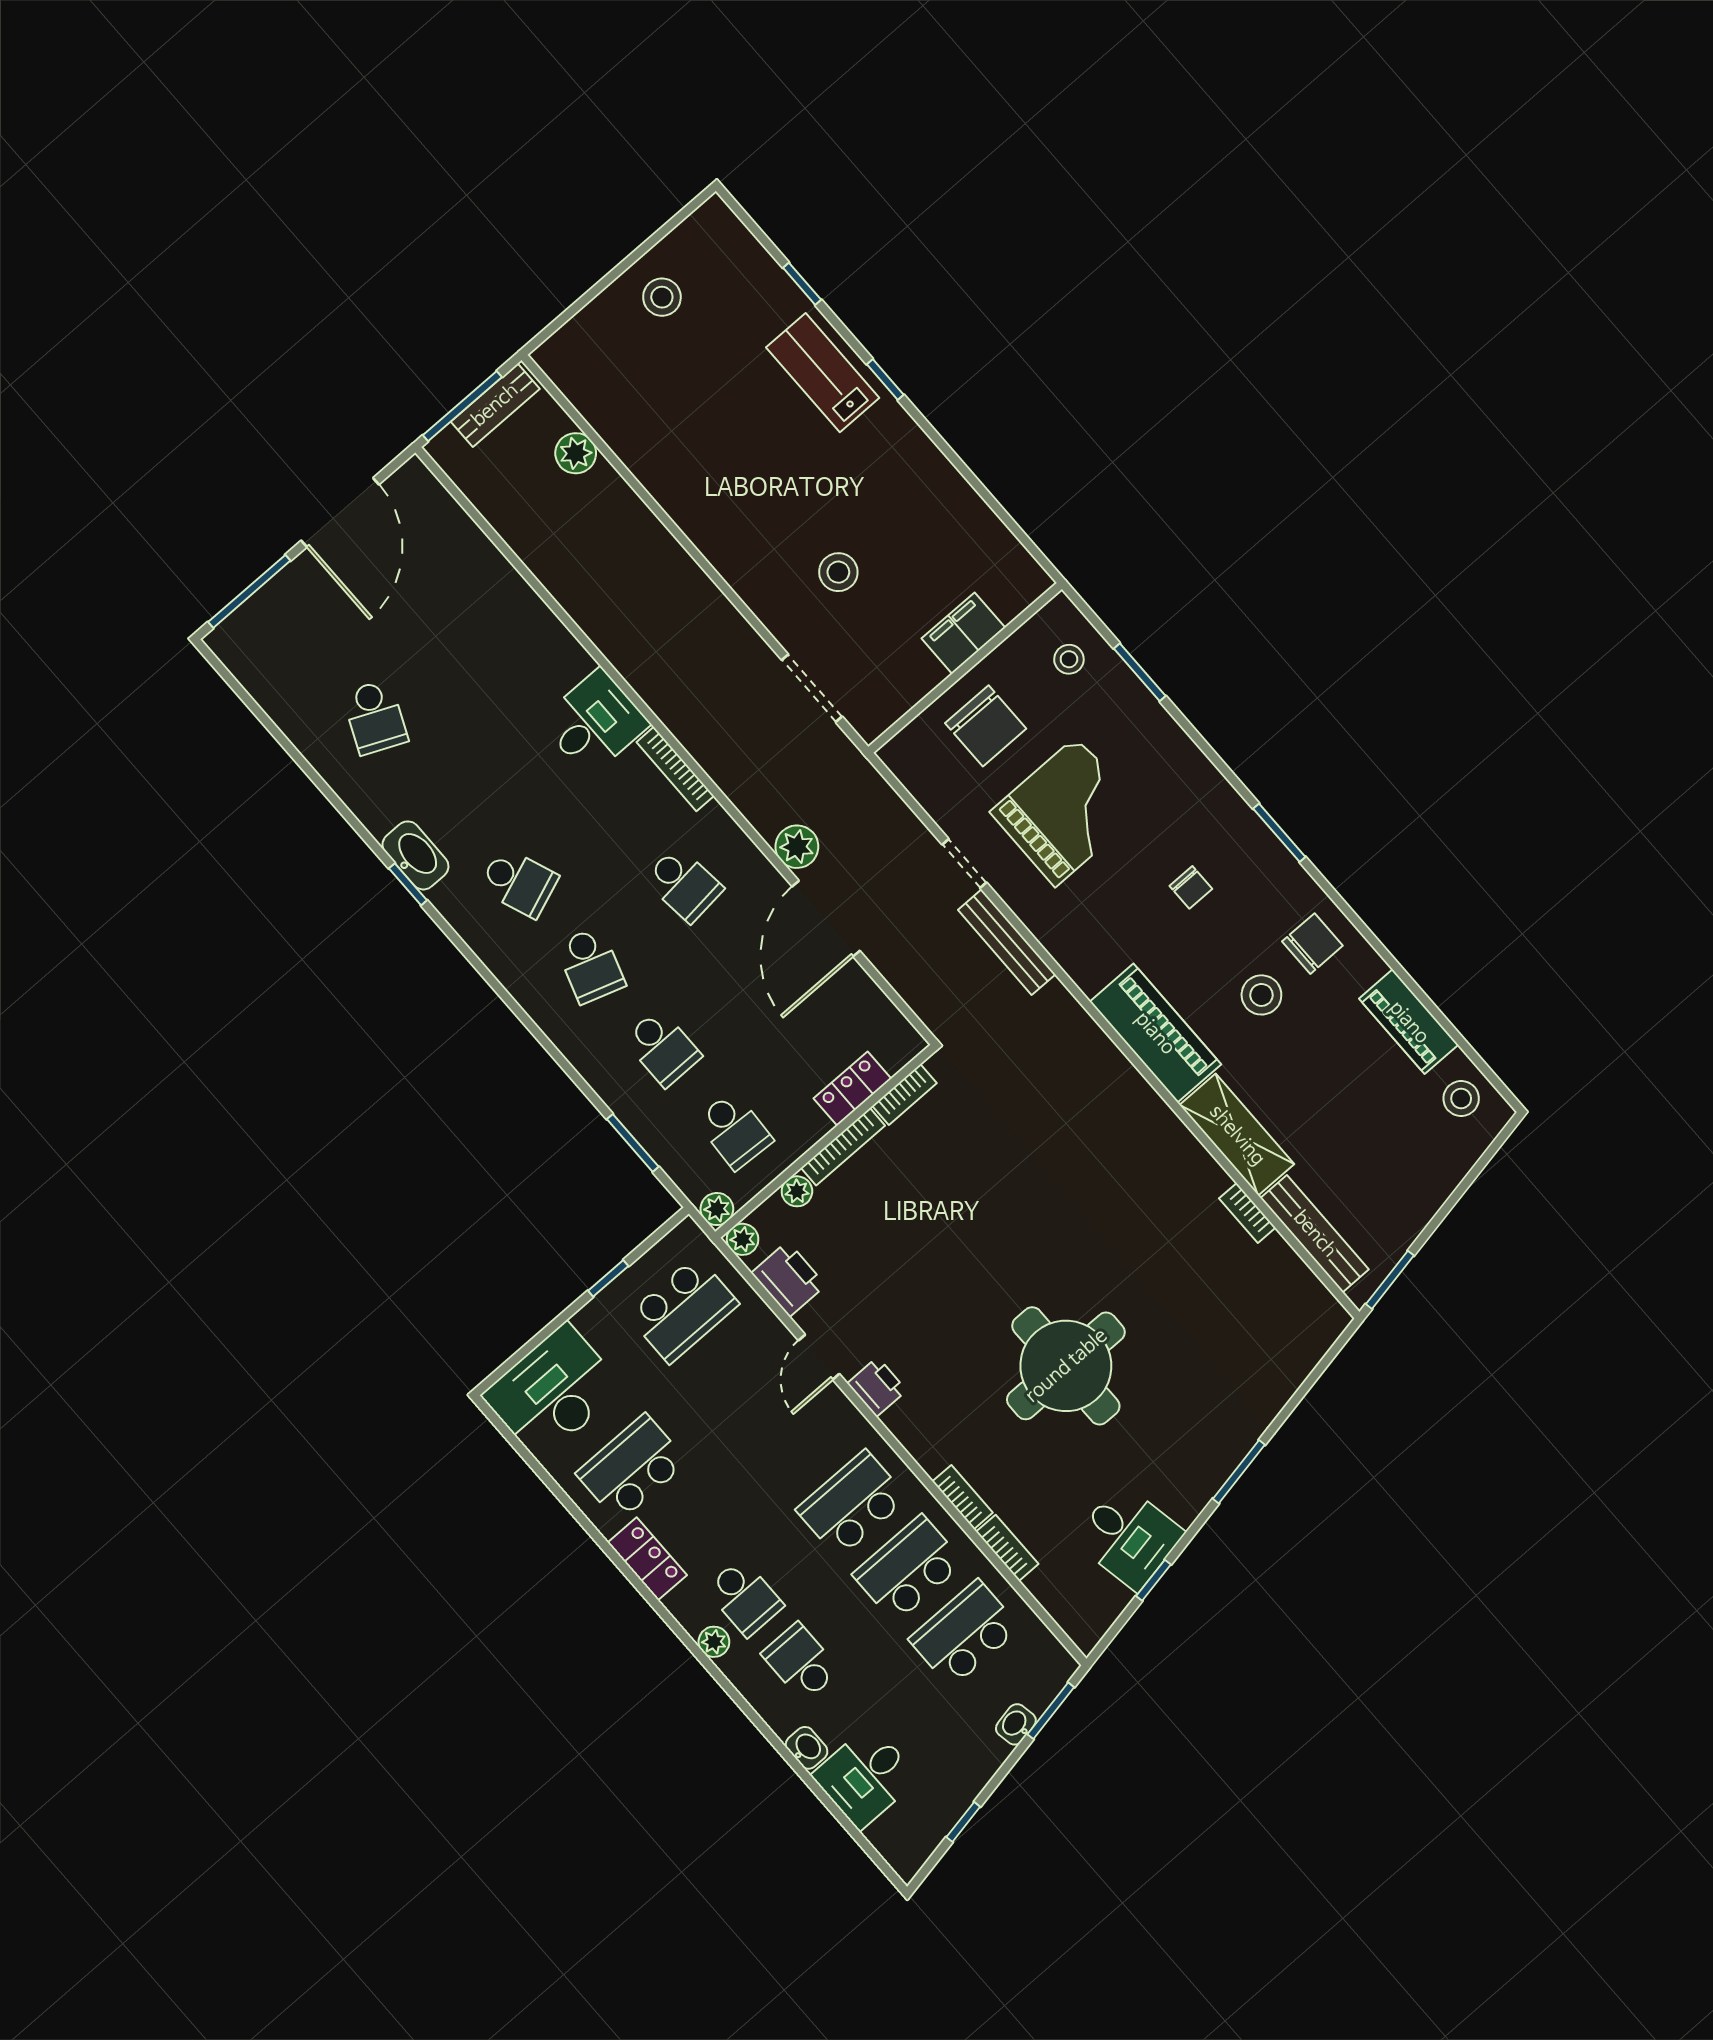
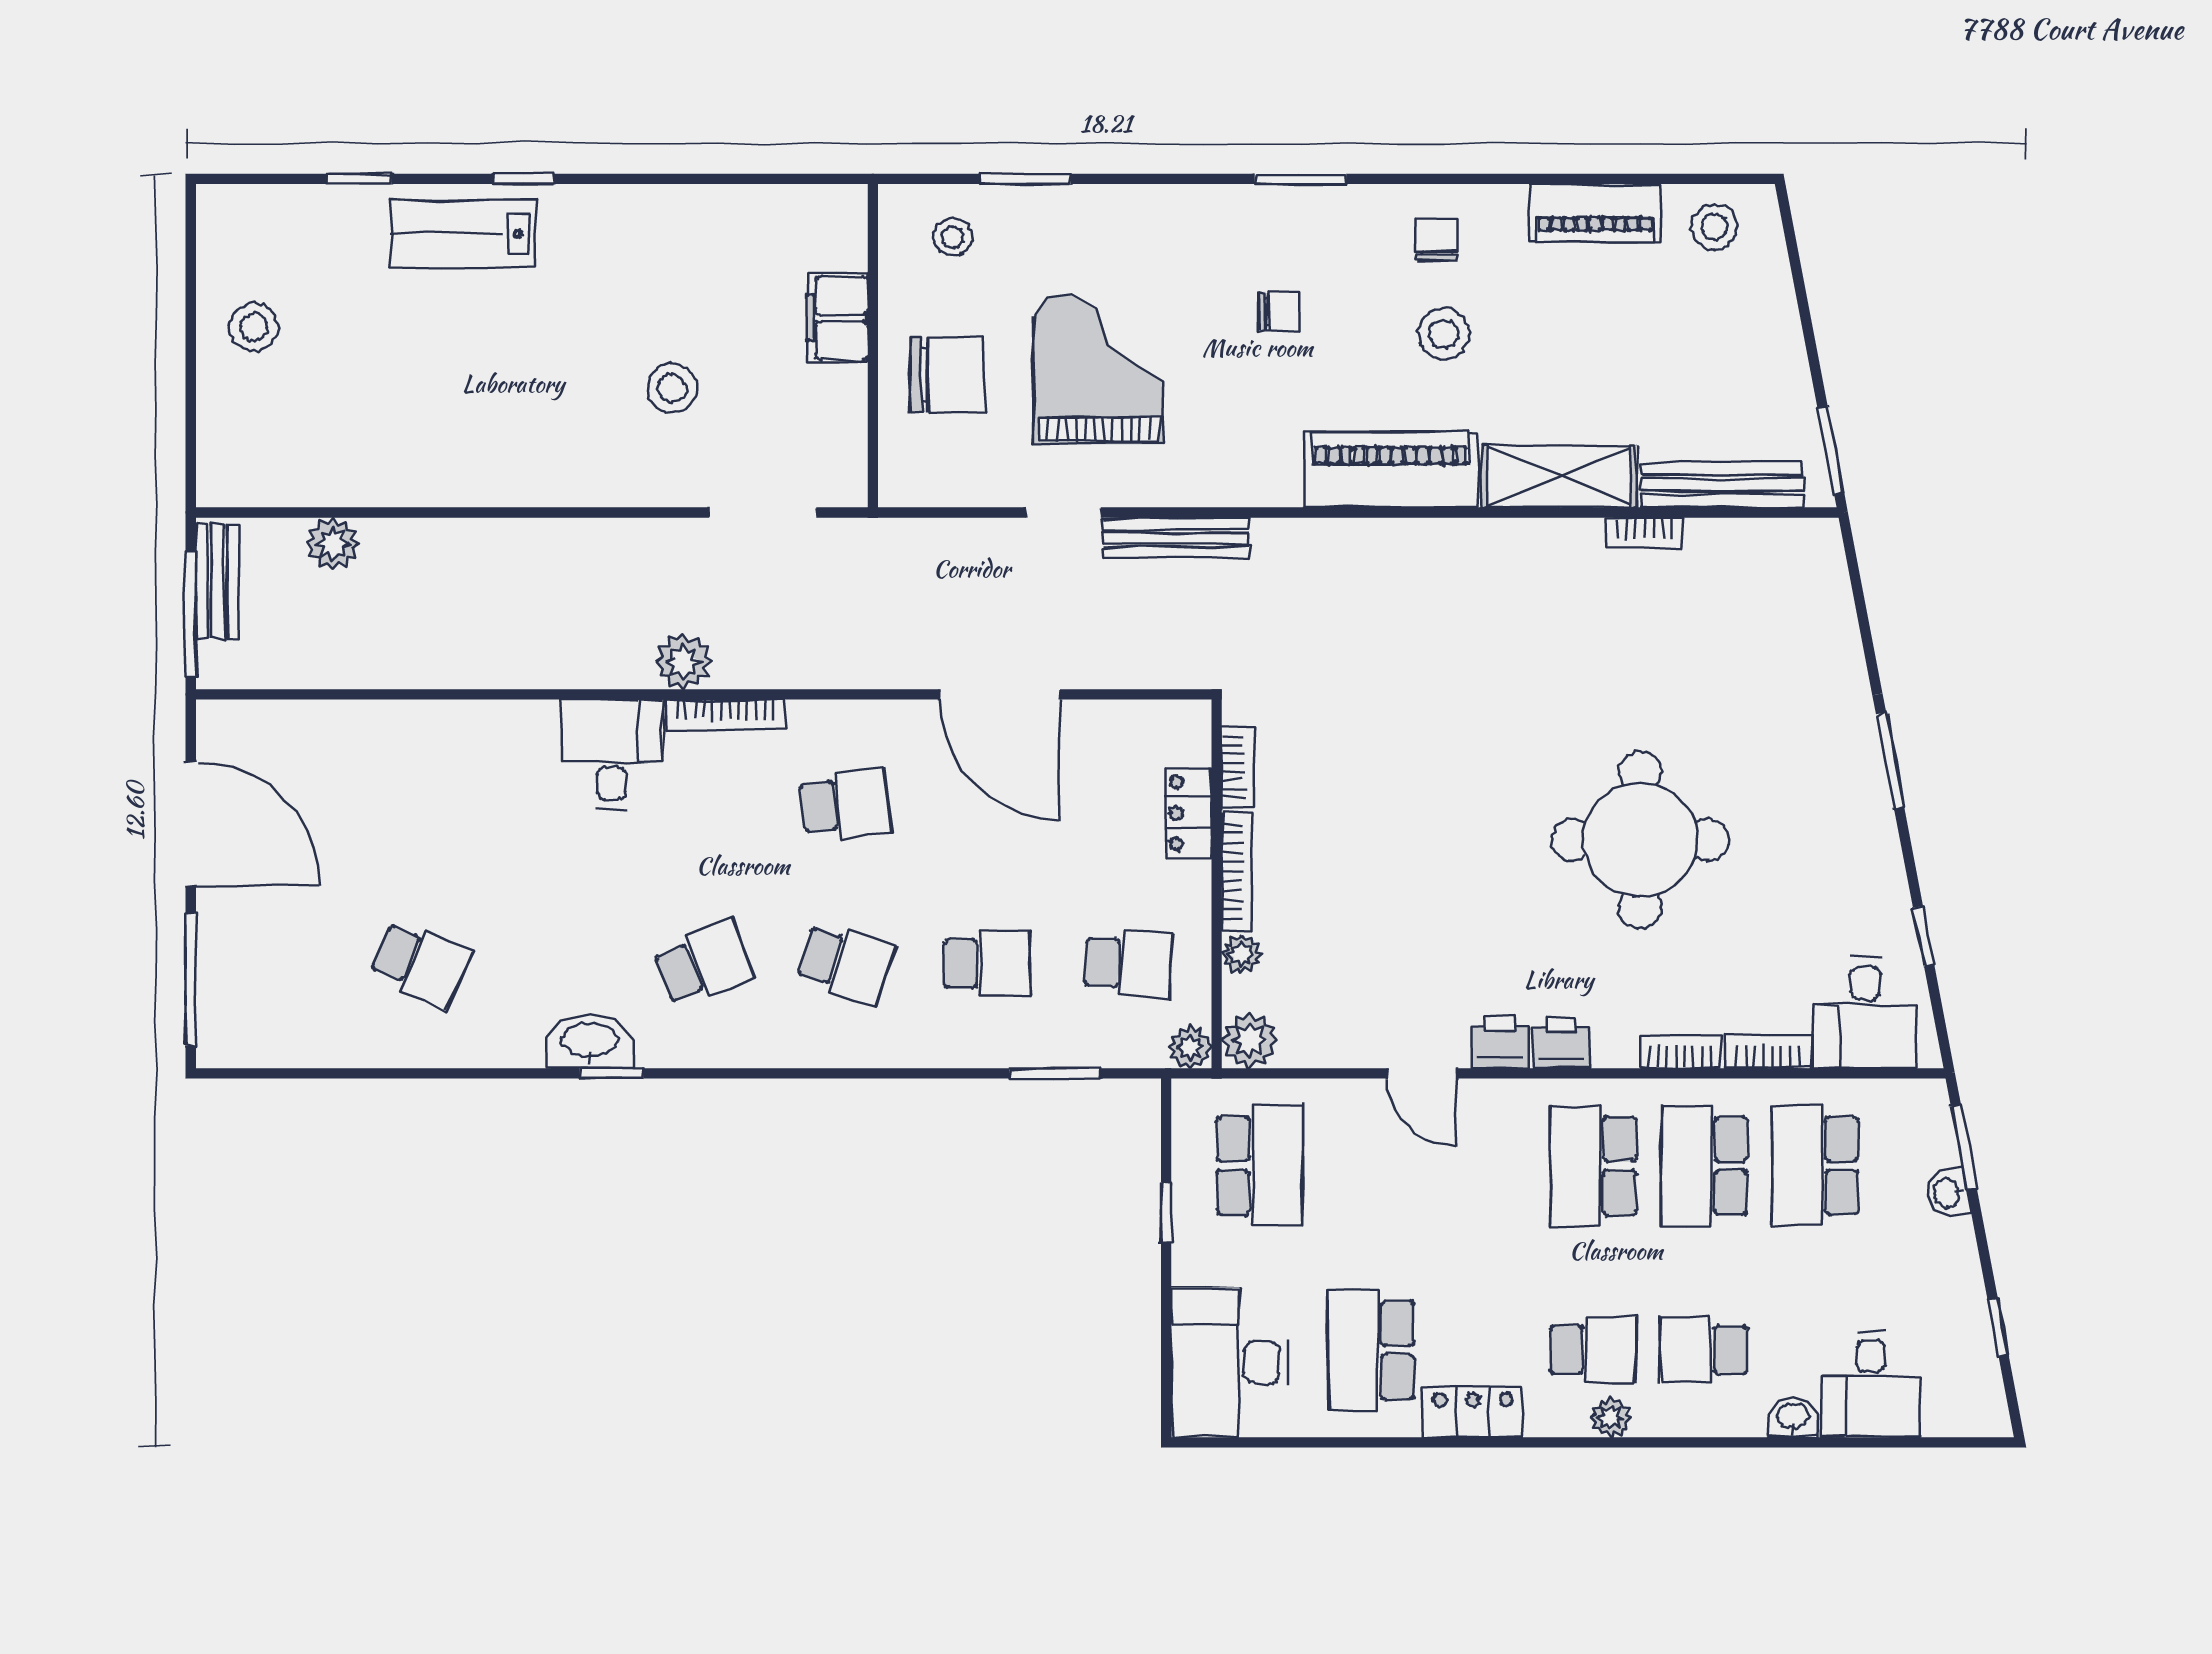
plant: (797, 847) -> (684, 662), moved
chair: (1312, 944) -> (1437, 241), width x0.73, depth x0.73
plant: (743, 1239) -> (1250, 1040), width x1.38, depth x1.38
printer: (788, 1279) -> (1561, 1043), moved, width x0.73, depth x0.81
desk: (1129, 1537) -> (1865, 1013), moved, turned 101

